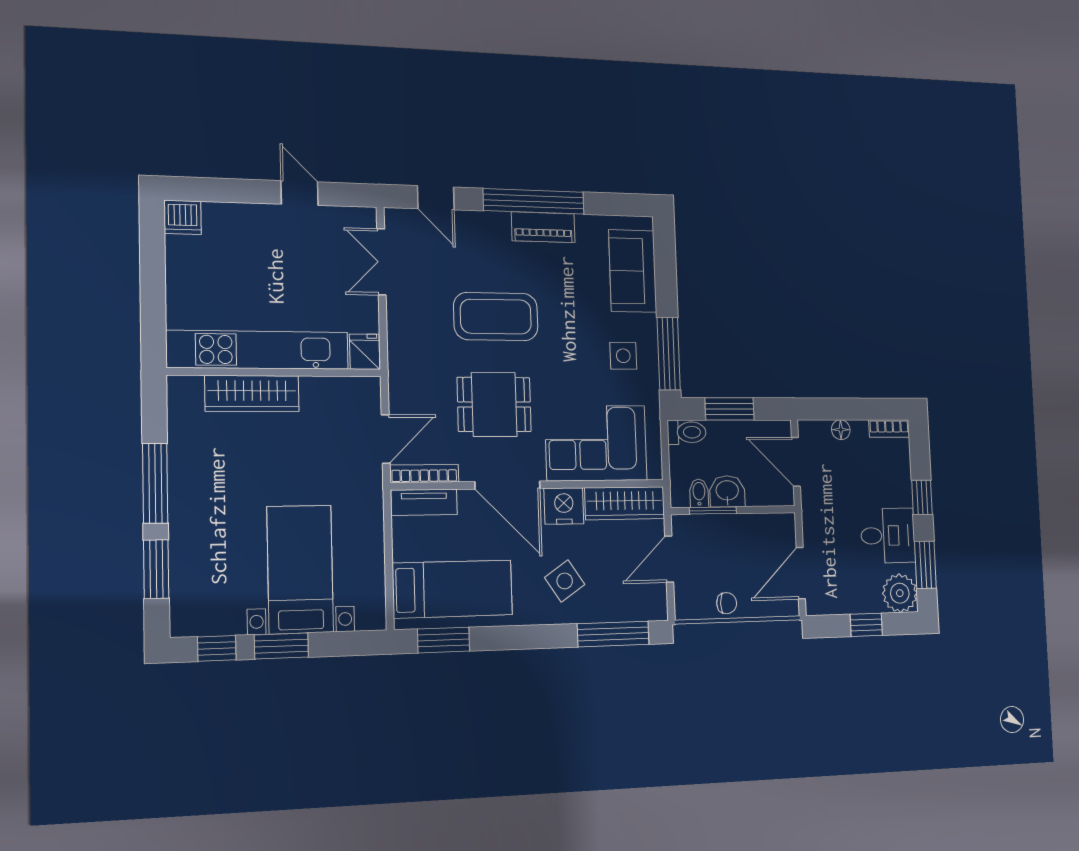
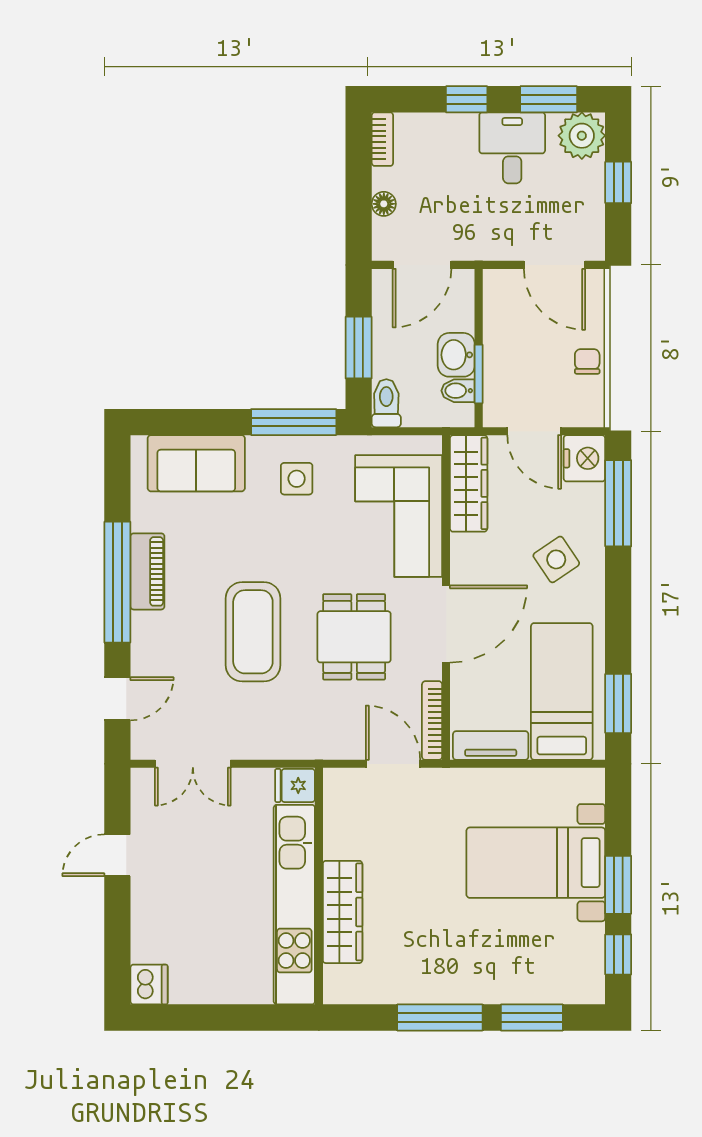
tv unit: (424, 502) -> (491, 746), moved, turned -90
nightstand: (564, 506) -> (584, 458), moved, turned 180

